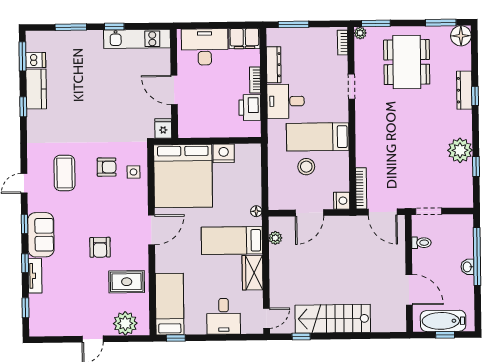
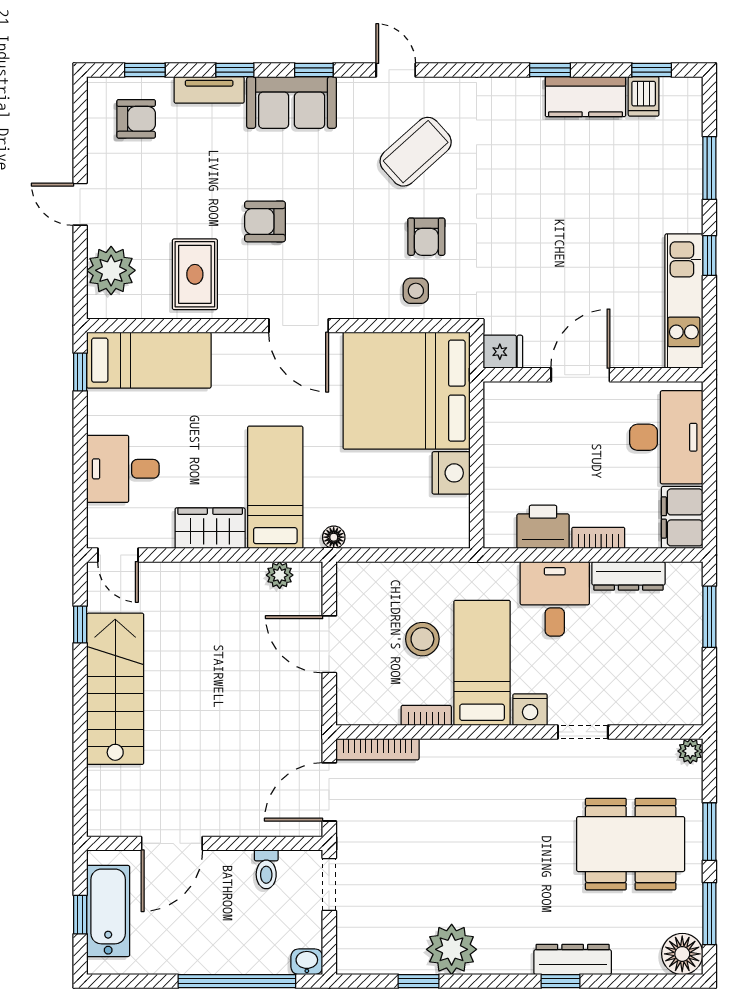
window: (376, 23) -> (709, 832), moved
bookcase: (343, 43) -> (426, 715), moved
window: (23, 56) -> (652, 70), width x0.67
coffee table: (64, 173) -> (416, 152), turned -42
nightstand: (342, 201) -> (530, 710), moved
washbasin: (468, 267) -> (307, 962), moved
armchair: (50, 312) -> (136, 119), added

